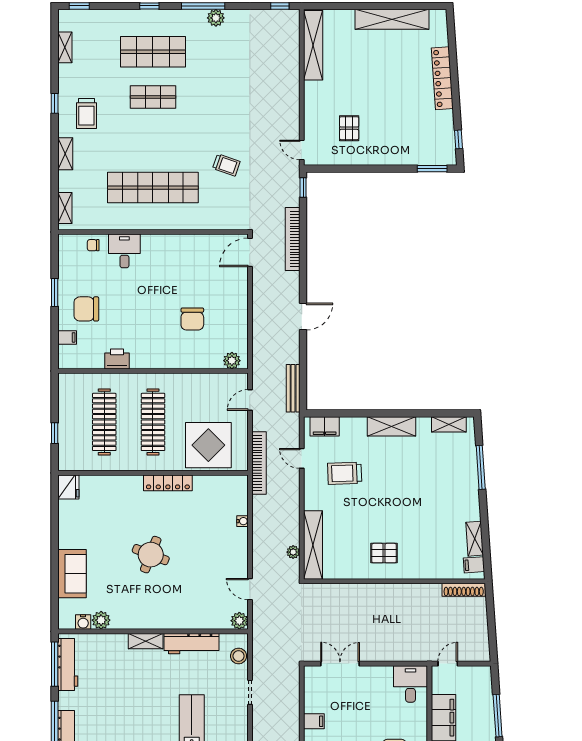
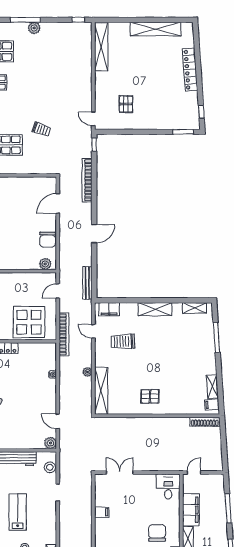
door: (250, 252) -> (58, 204), moved
chair: (192, 319) -> (48, 240), moved
plant: (293, 552) -> (87, 372), moved

